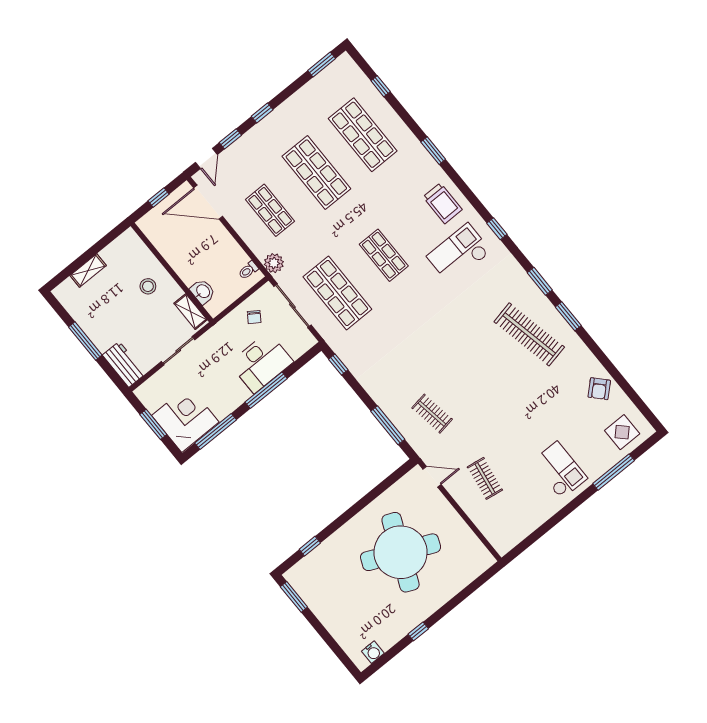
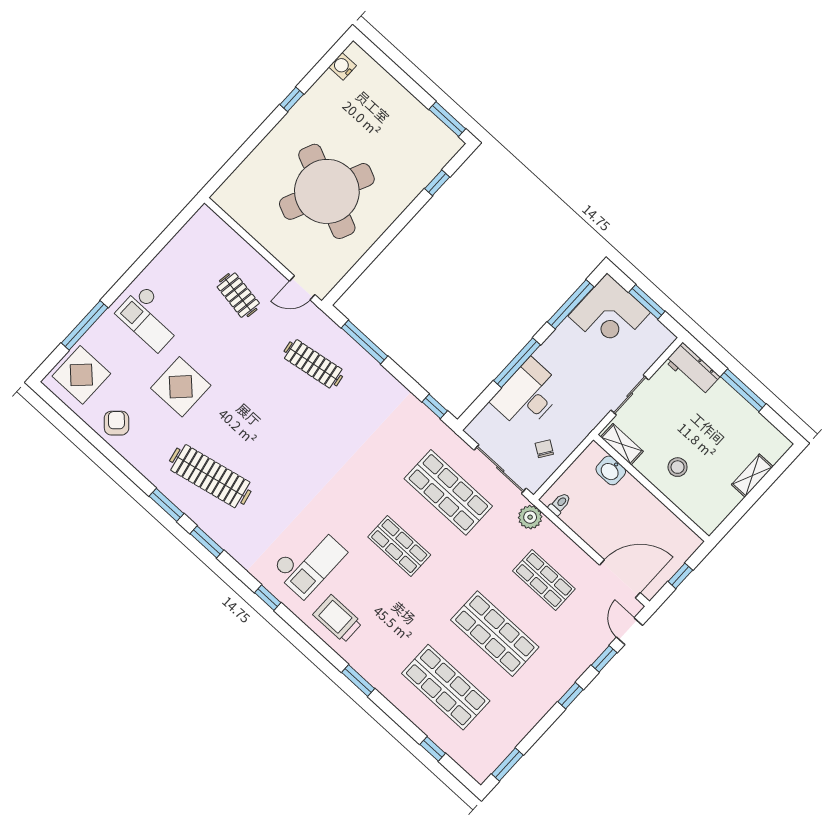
display table: (543, 411) -> (181, 387), added
clothes rail: (432, 414) -> (313, 364), width x1.36
display table: (622, 432) -> (81, 375), width x1.36, depth x1.36

